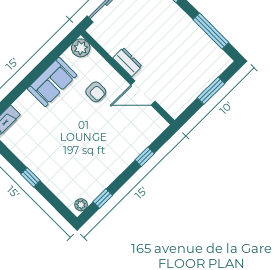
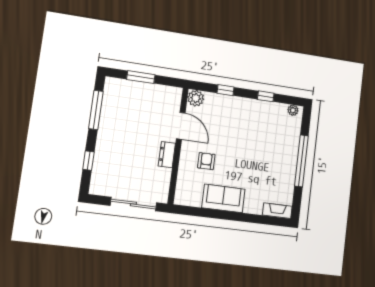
plant: (81, 48) -> (196, 98), moved
window: (30, 177) -> (301, 161), width x3.17
window: (103, 199) -> (266, 96), moved

